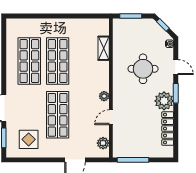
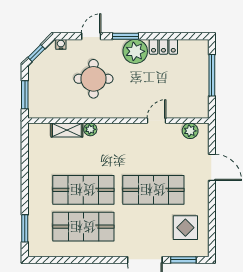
window: (28, 16) -> (25, 228), added
plant: (104, 96) -> (90, 129), moved
door: (111, 117) -> (156, 121), swing flipped
locker: (168, 129) -> (163, 47), width x0.66
window: (133, 160) -> (212, 75), moved

